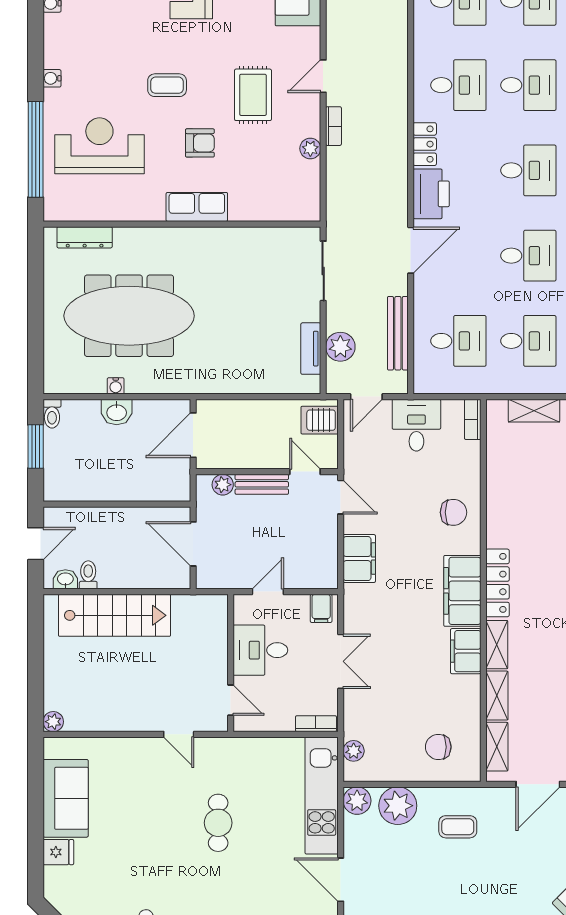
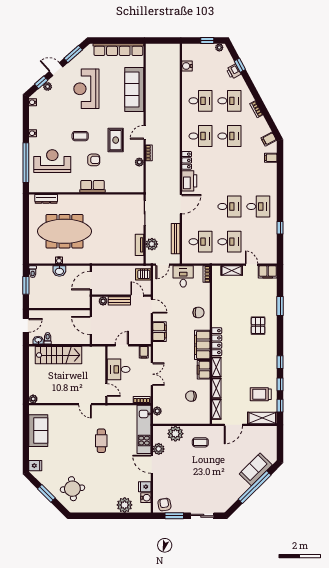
desk: (528, 170) -> (229, 171), removed
chair: (438, 747) -> (191, 396), moved
plant: (357, 801) -> (159, 449), moved
fridge: (58, 852) -> (35, 466), moved

